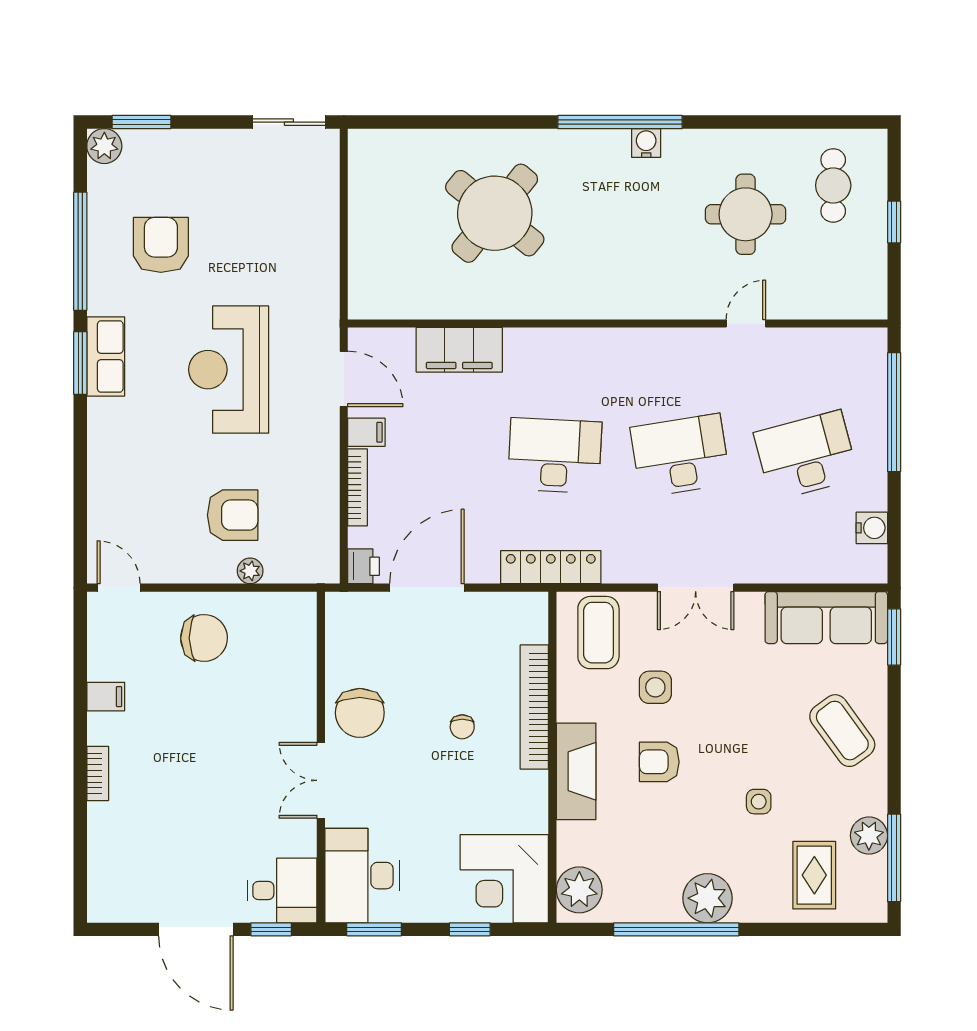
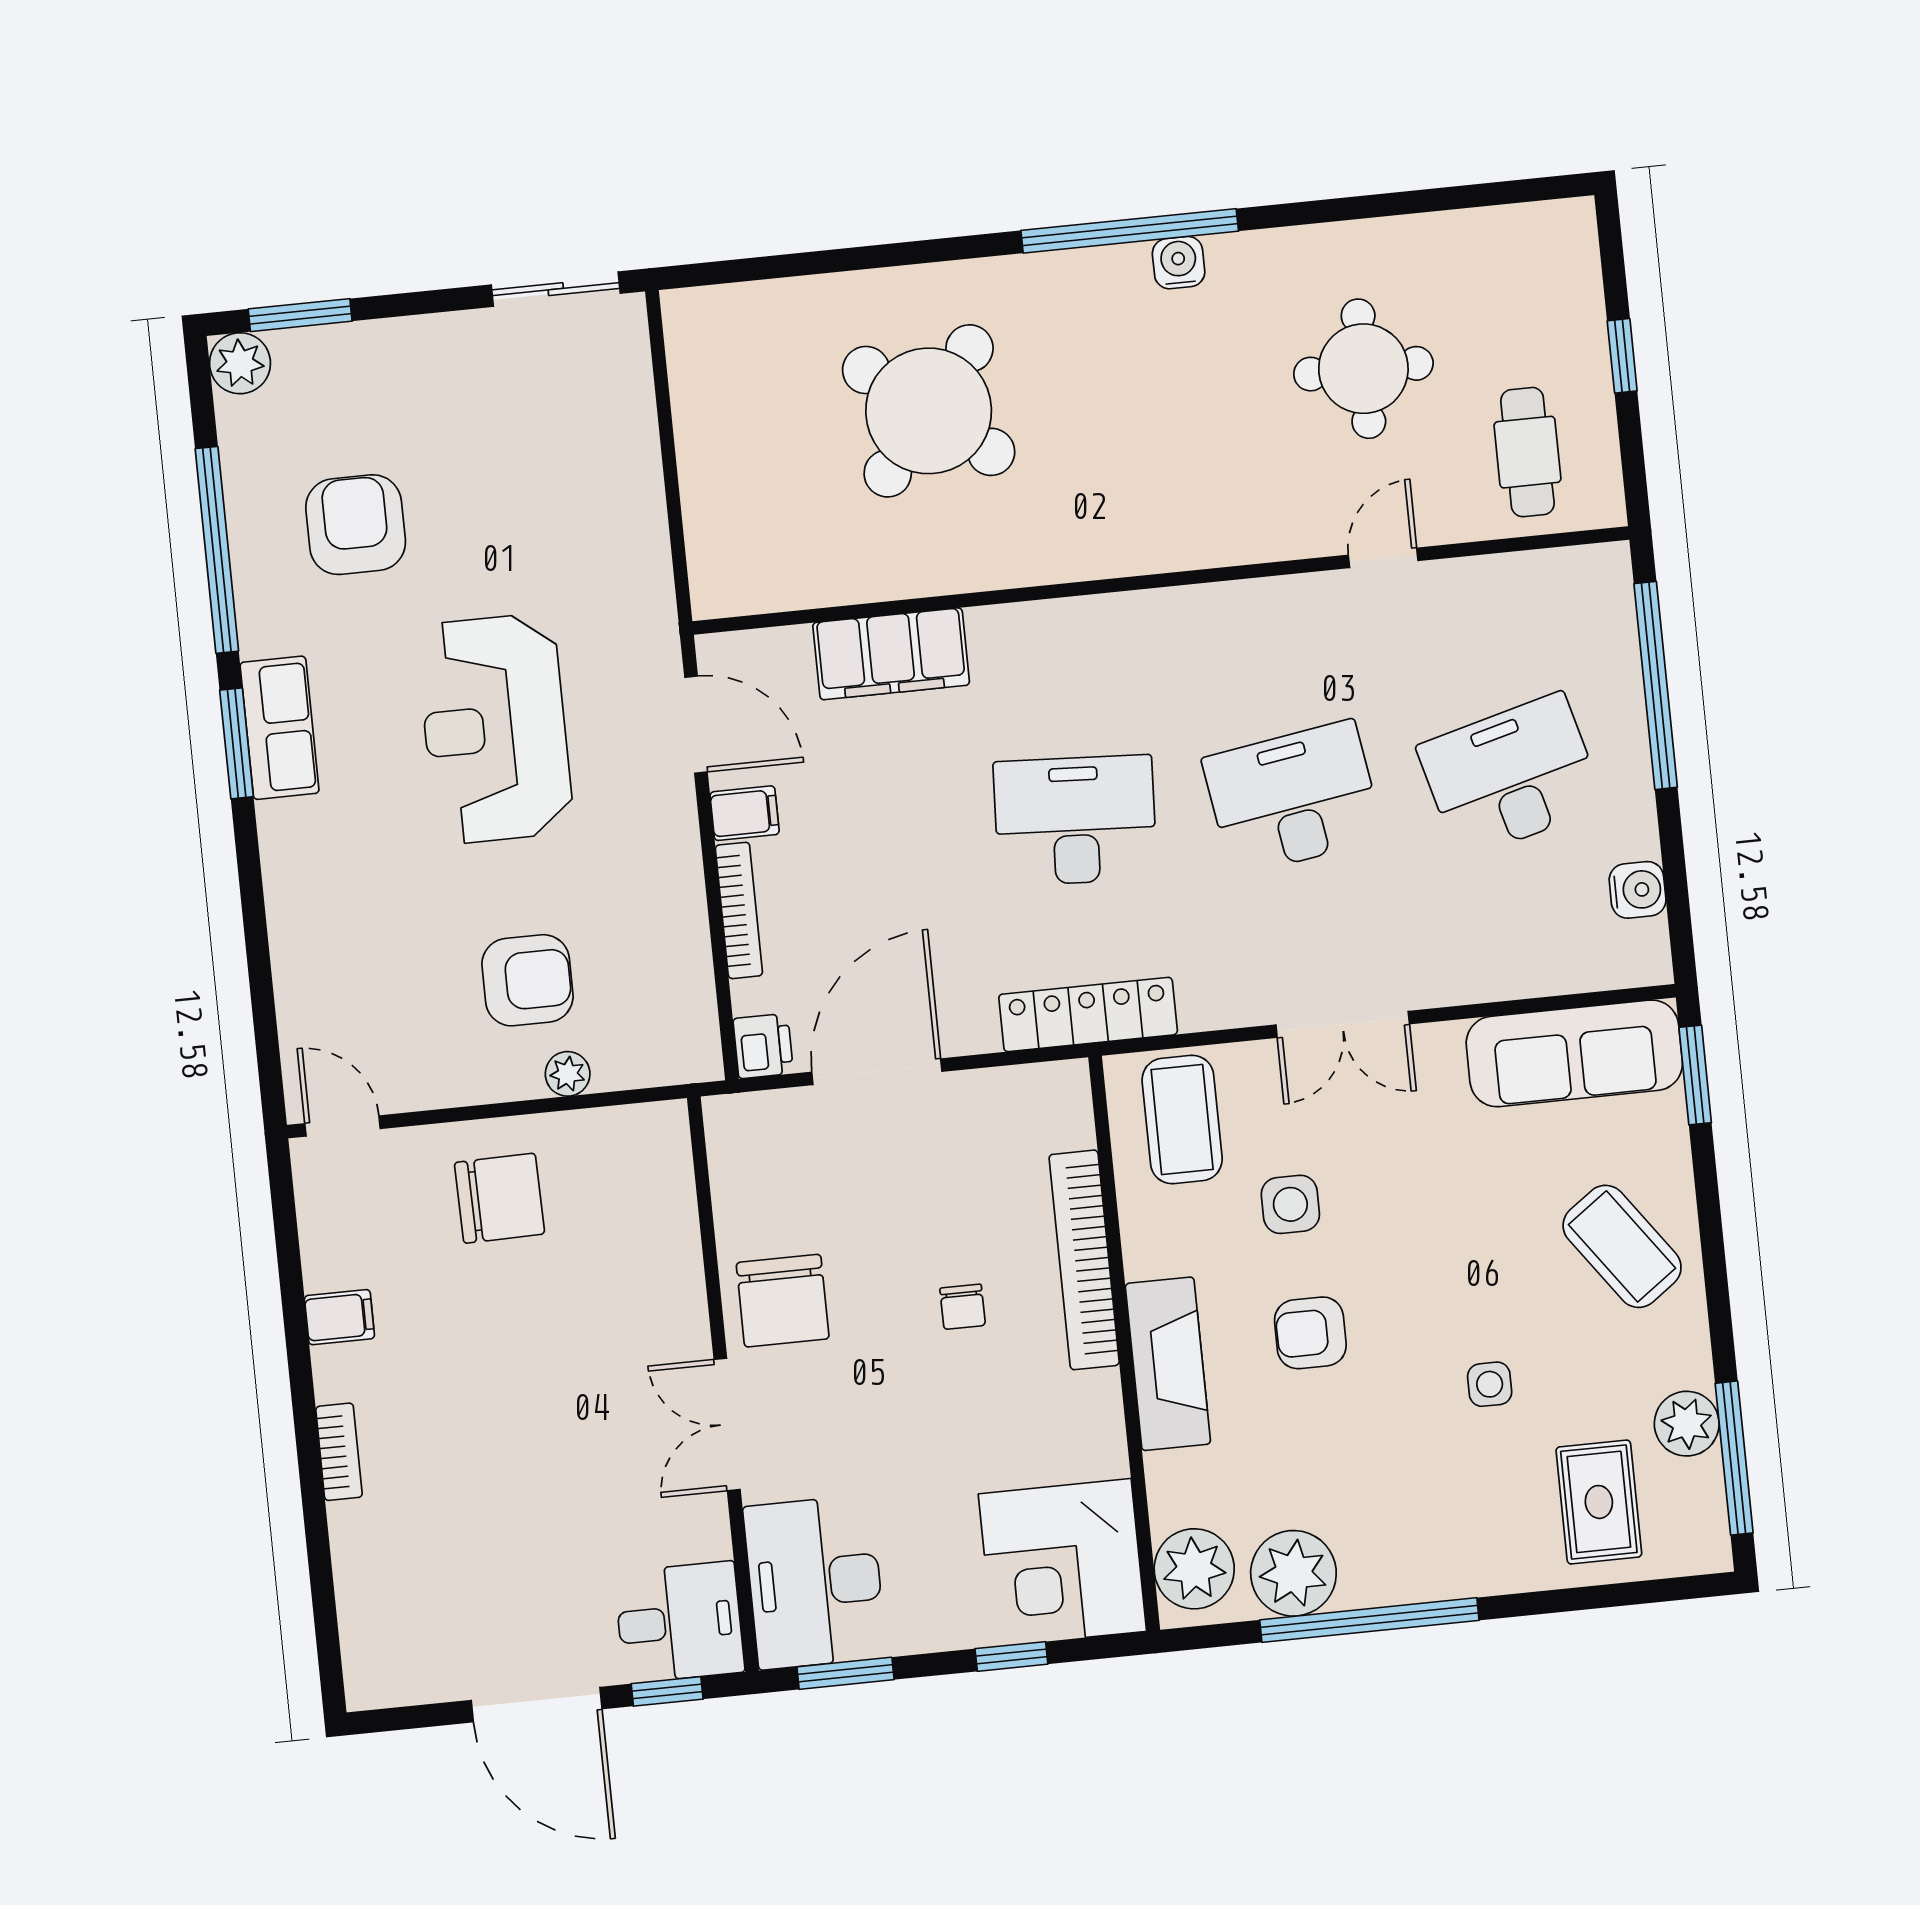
cafe table: (833, 185) -> (1527, 452), moved
plant: (707, 898) -> (1293, 1573), moved

